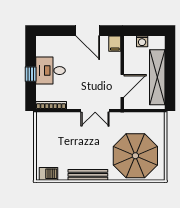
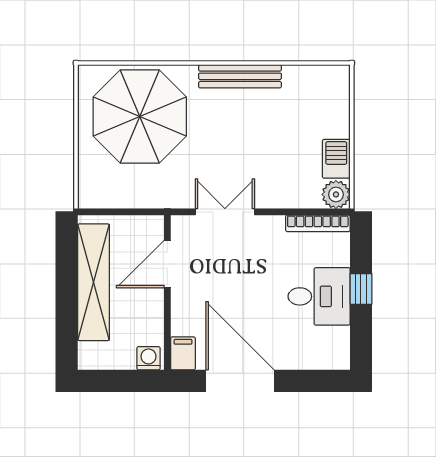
door: (88, 31) -> (240, 381), width x1.36
washing machine: (142, 41) -> (148, 358), moved
plant: (42, 119) -> (336, 194), added
barbecue: (48, 174) -> (336, 159), moved, turned 90

